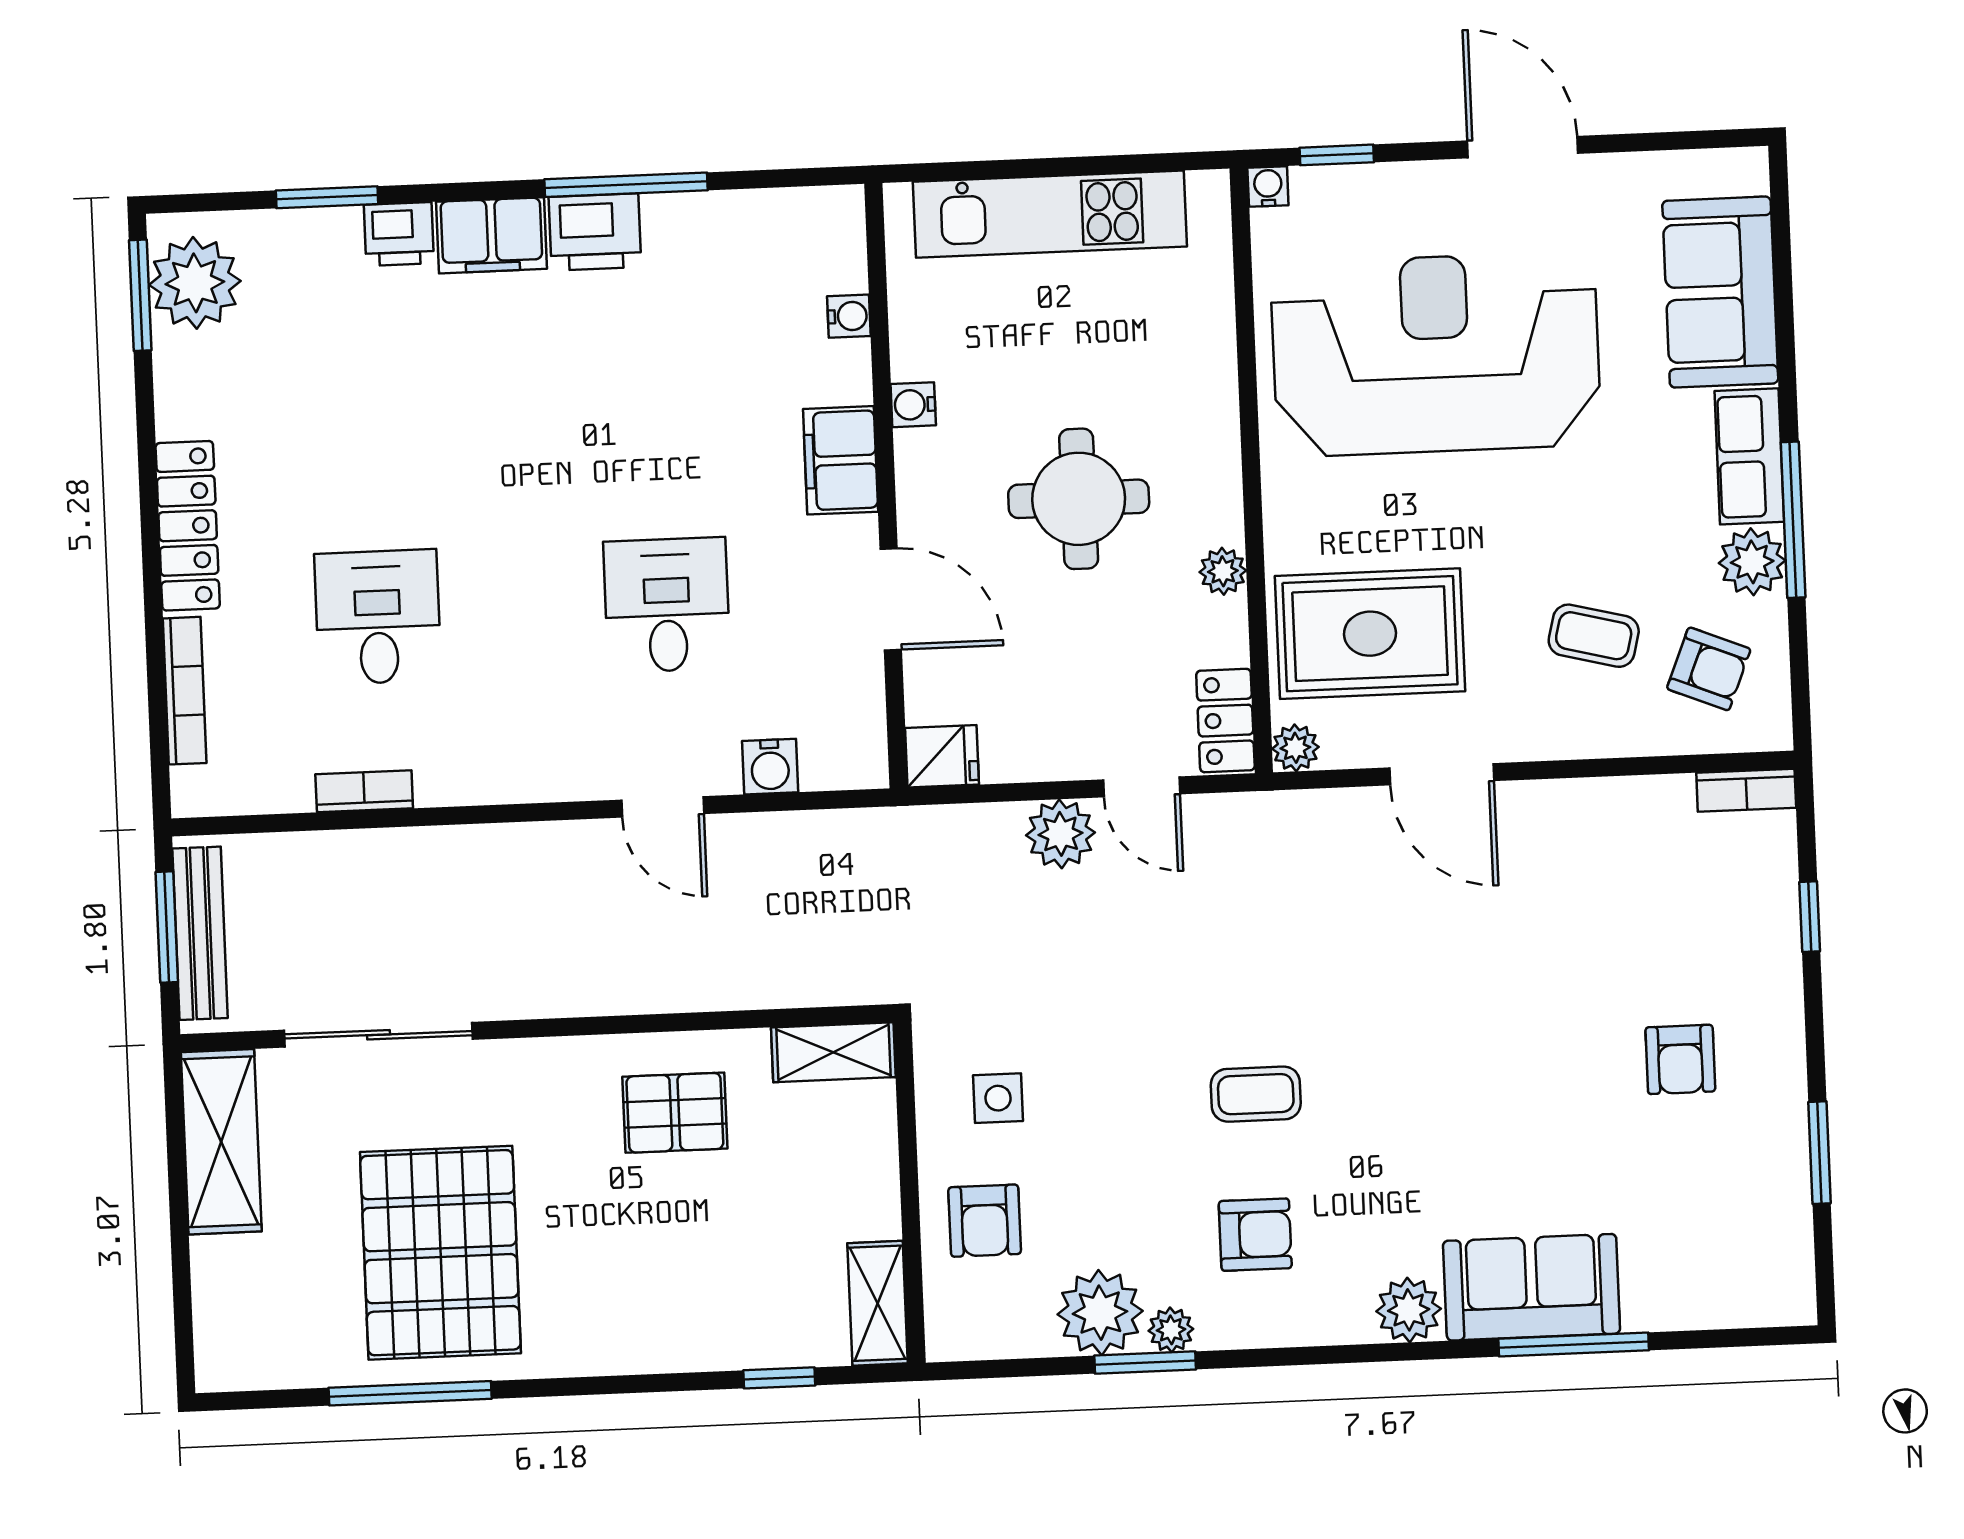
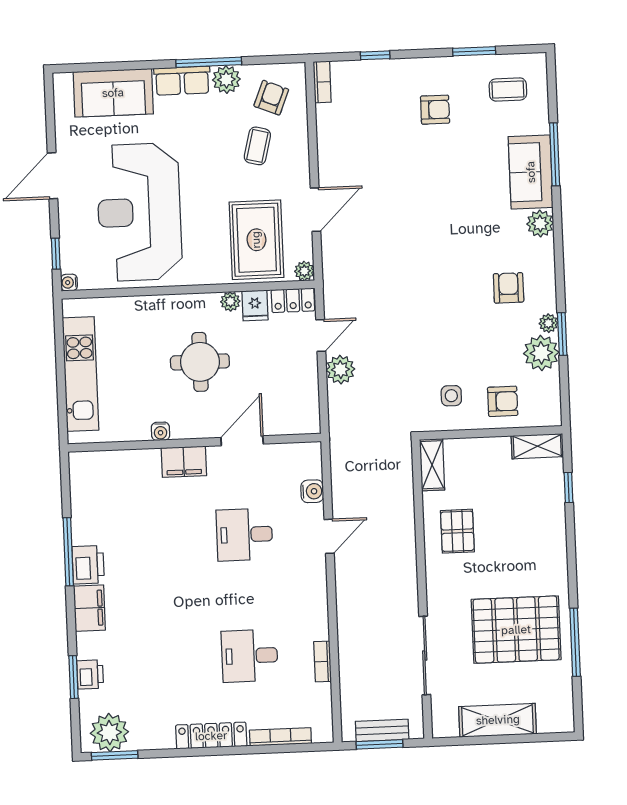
printer: (399, 234) -> (90, 674), moved
water cooler: (849, 316) -> (123, 458), removed
fridge: (942, 756) -> (255, 305), moved, turned 180
bench: (200, 933) -> (382, 730), width x0.73
coffee table: (1256, 1094) -> (508, 89), moved, turned 90
shelving: (221, 1142) -> (498, 720), moved

